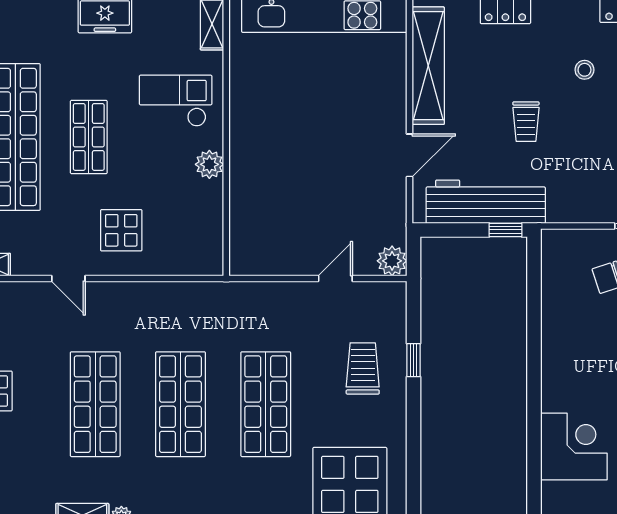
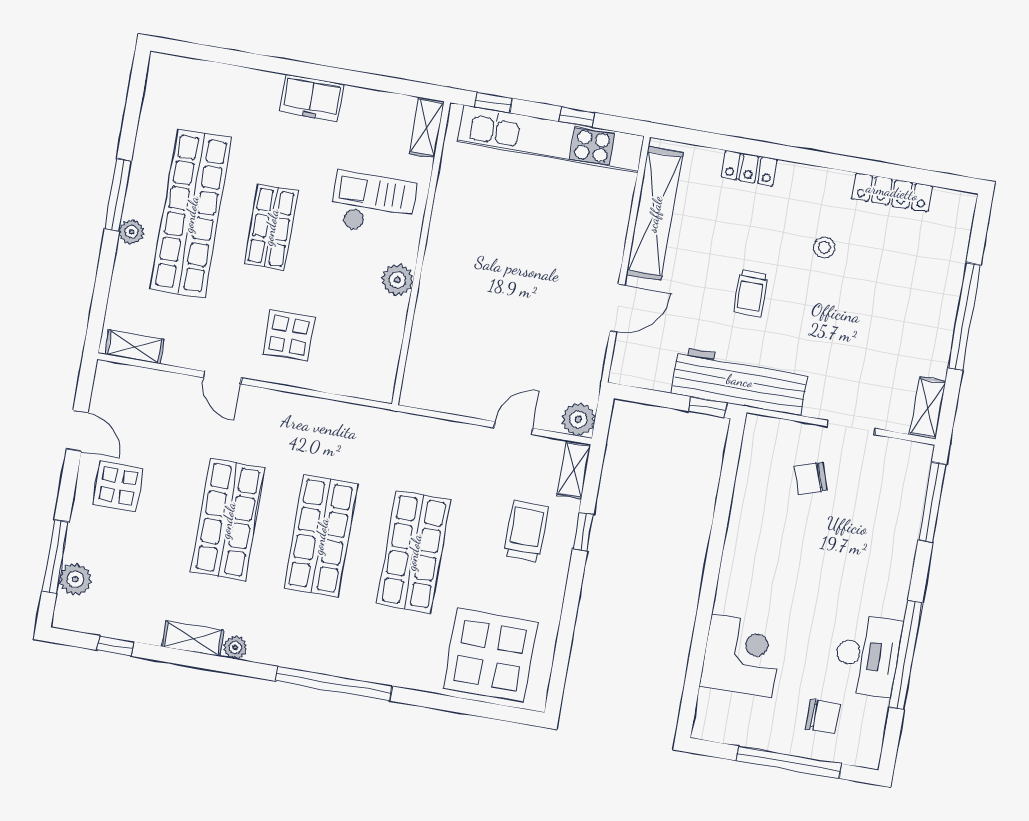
workbench: (486, 202) -> (740, 381), moved
shelving: (396, 306) -> (574, 469), added

